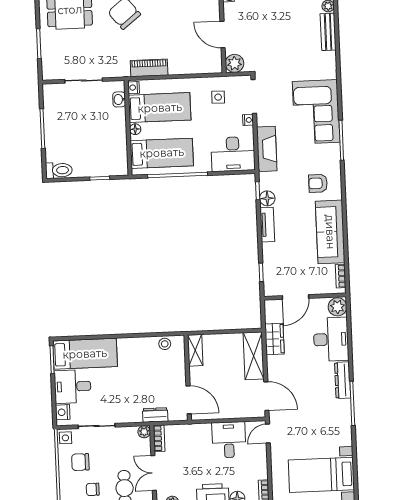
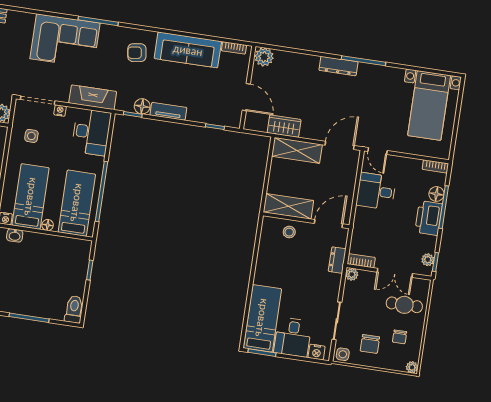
armchair: (318, 183) -> (137, 53), turned 81
desk: (331, 339) -> (295, 70), removed
stool: (165, 344) -> (289, 232), moved
shelving: (195, 350) -> (288, 206), width x1.50, depth x1.33

